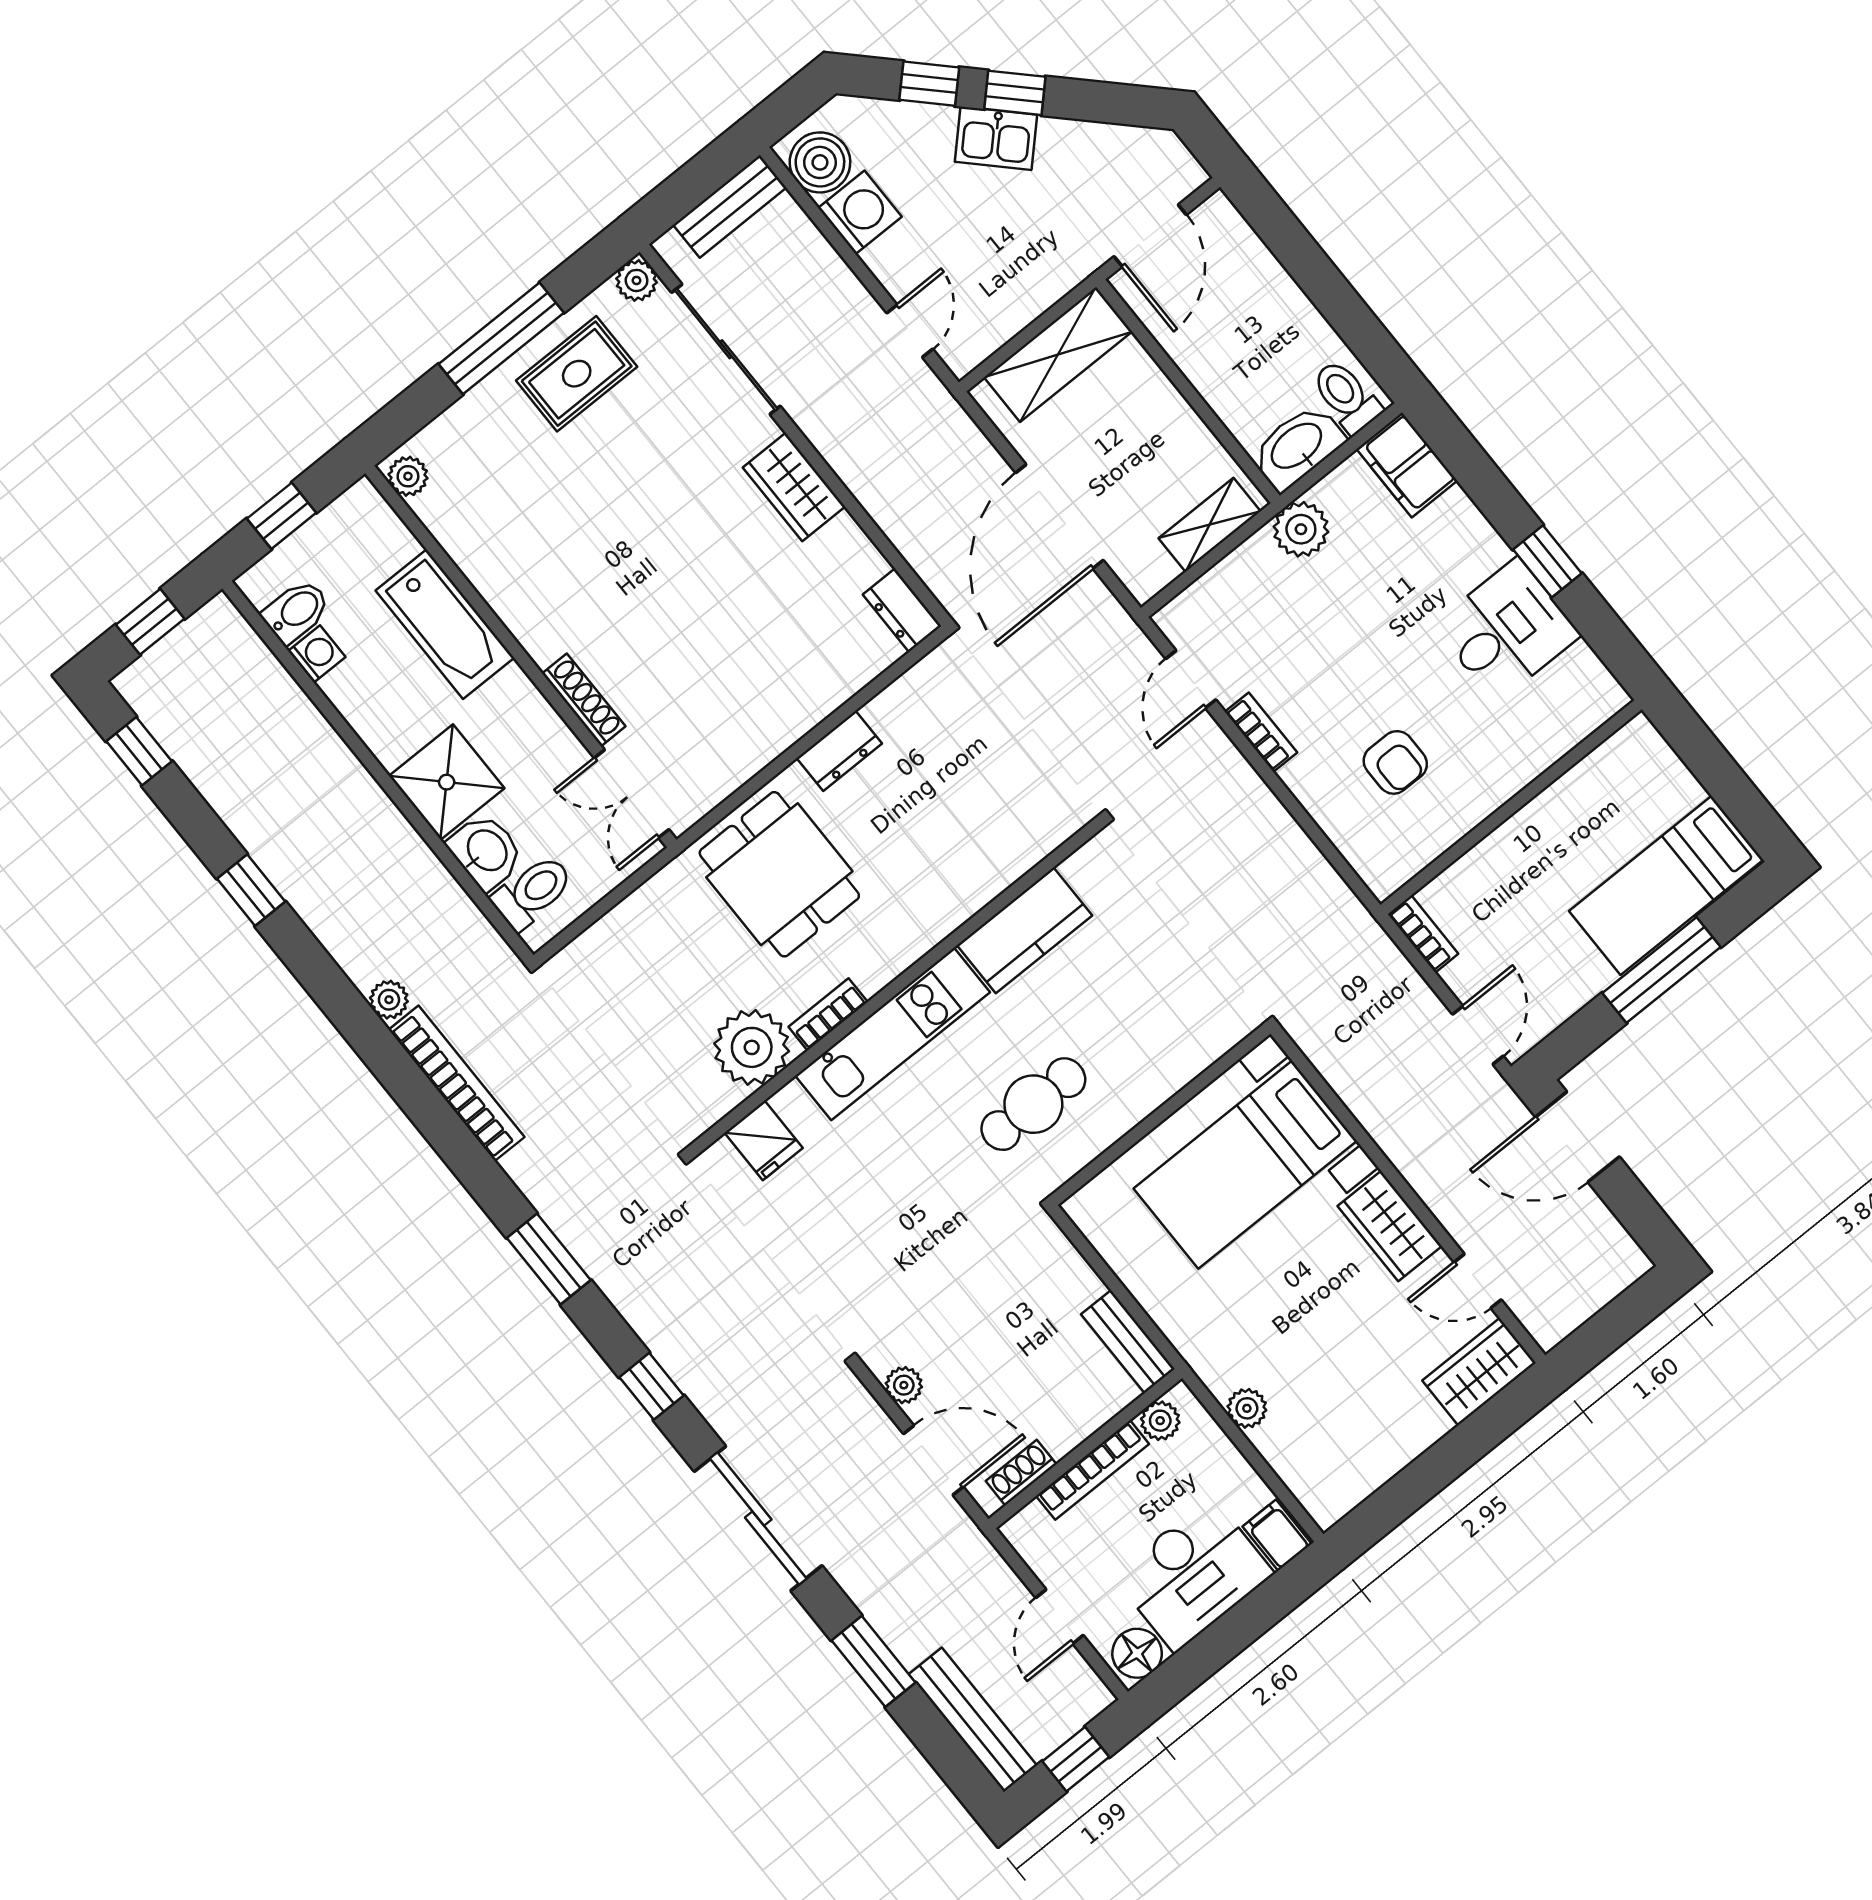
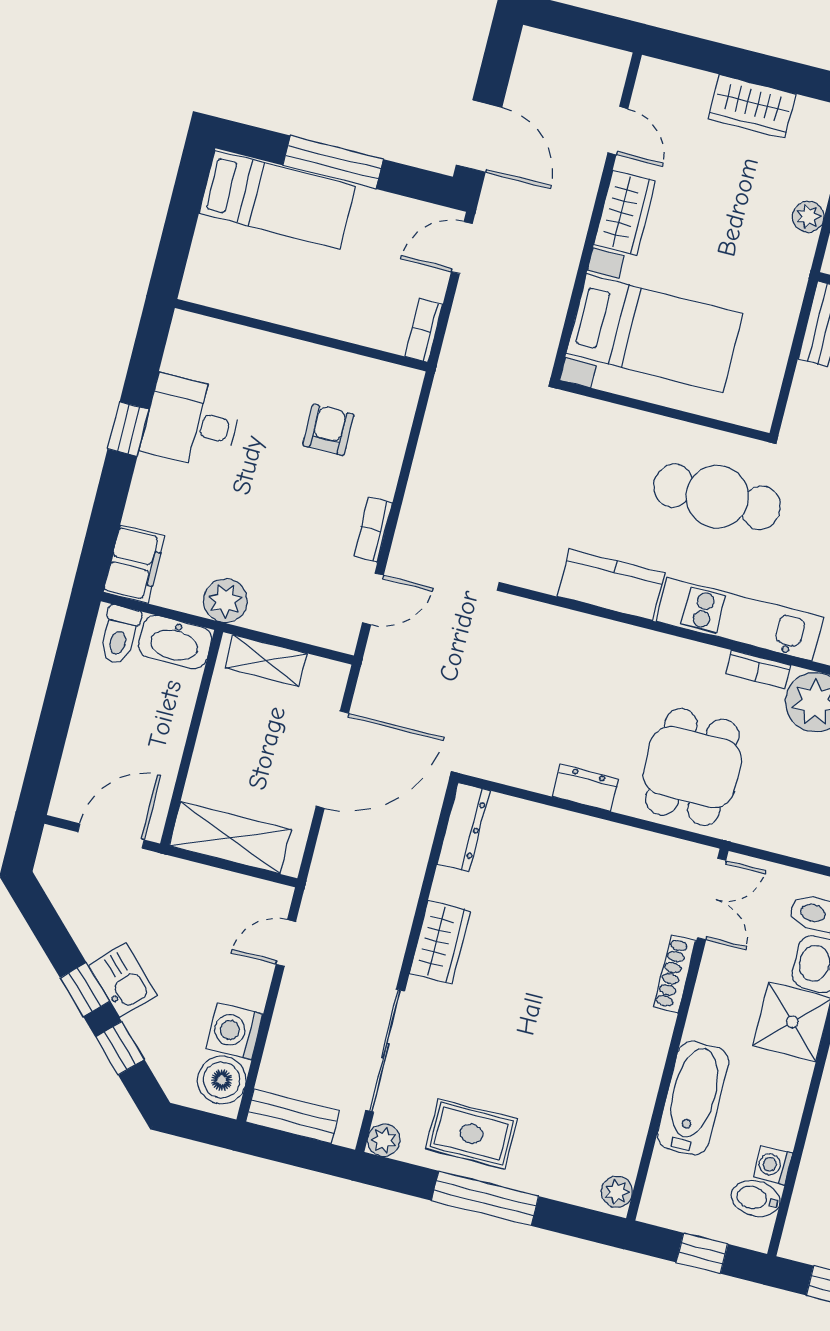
dresser: (902, 610) -> (463, 827), width x1.44
cafe table: (1033, 1104) -> (717, 497), width x1.37, depth x1.35
wardrobe: (1479, 1372) -> (752, 106), moved

